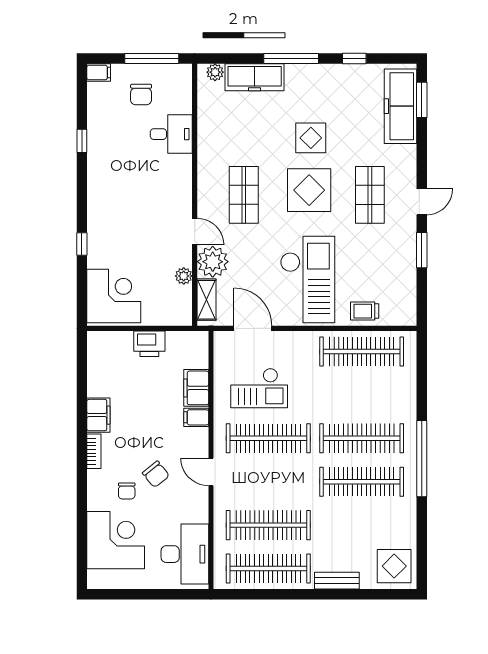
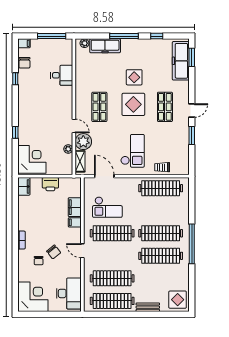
chair: (141, 94) -> (24, 63), moved
checkout: (308, 279) -> (133, 151), width x0.73, depth x0.83
filing cabinet: (98, 415) -> (24, 186), moved
corner desk: (116, 540) -> (33, 297), moved

